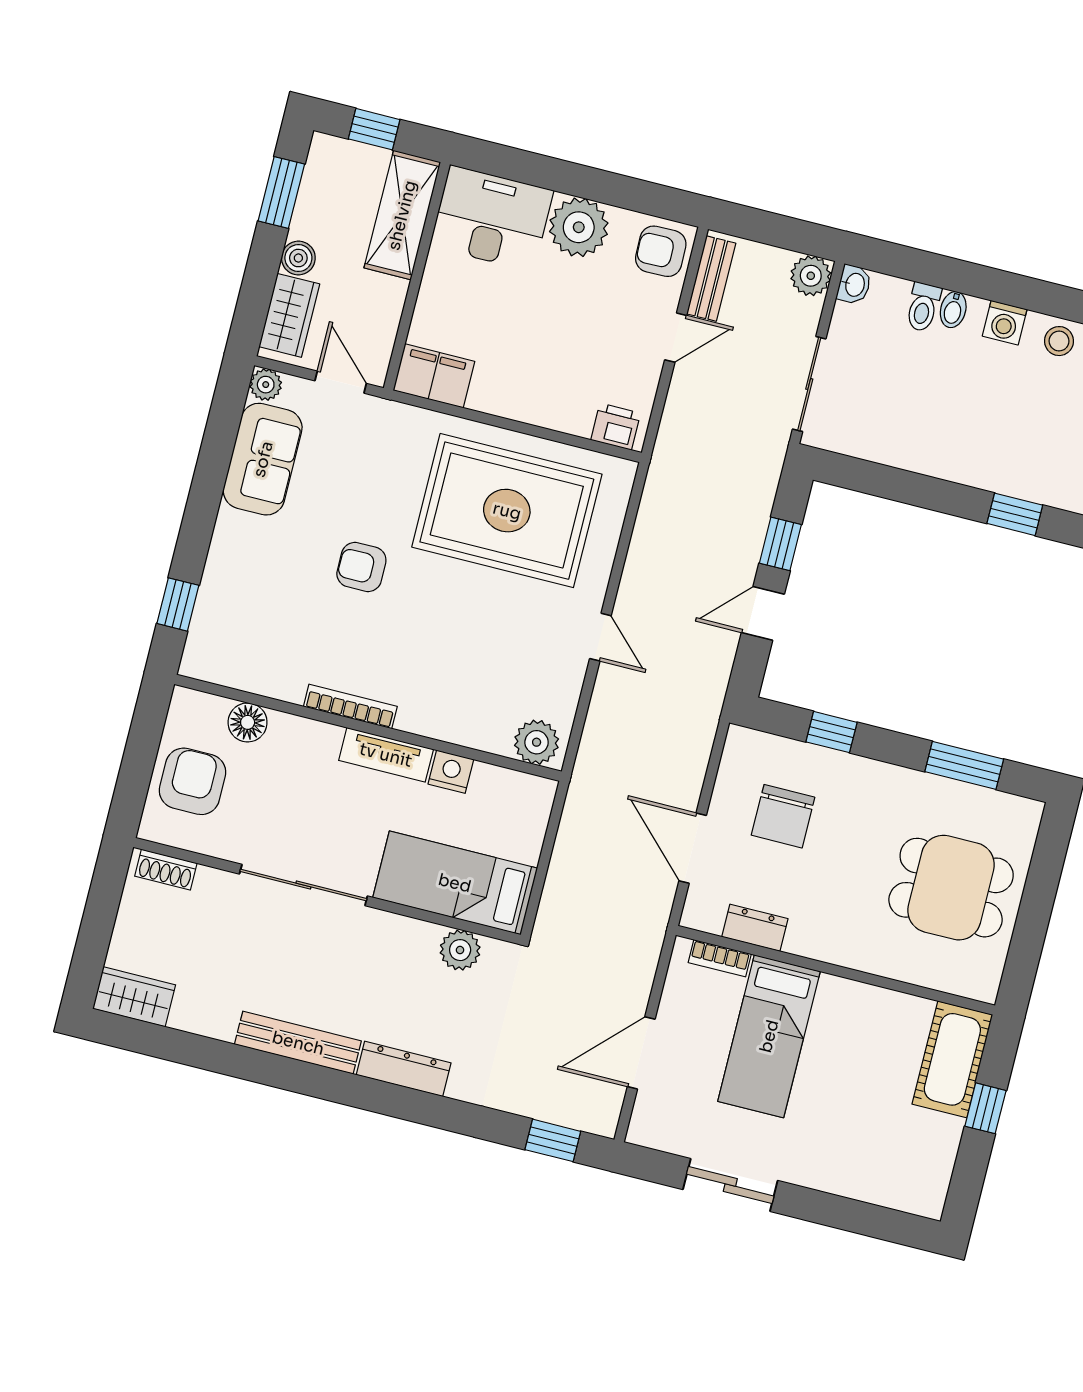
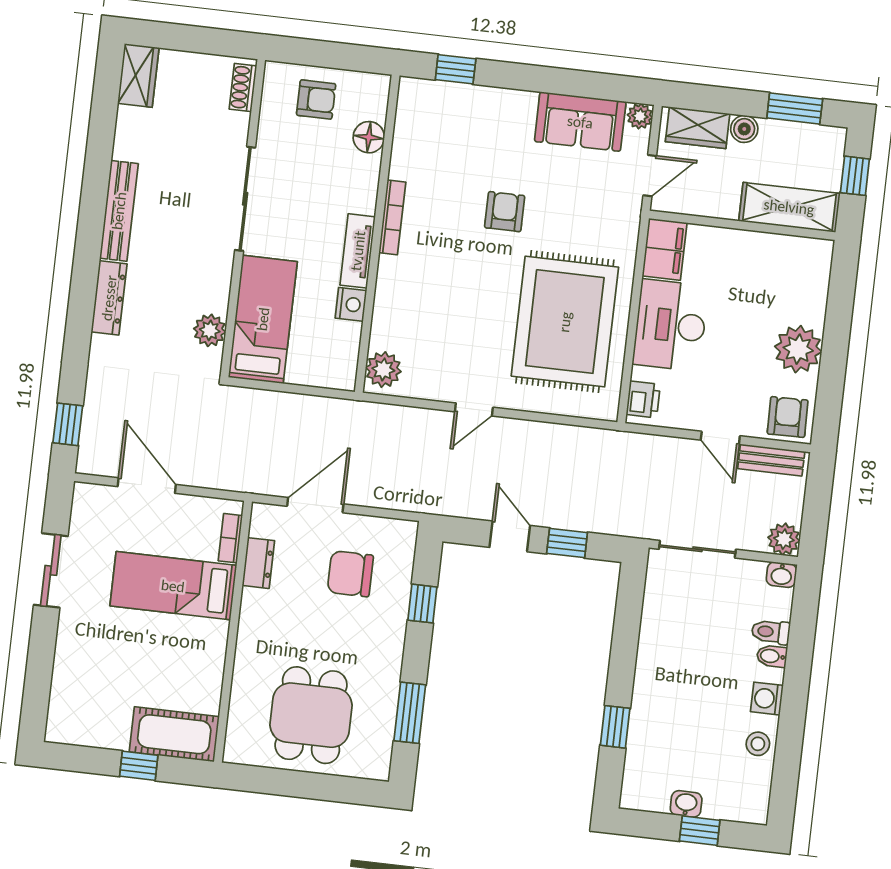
desk: (492, 218) -> (670, 325), moved, turned 180
armchair: (193, 781) -> (316, 99), width x0.72, depth x0.72

